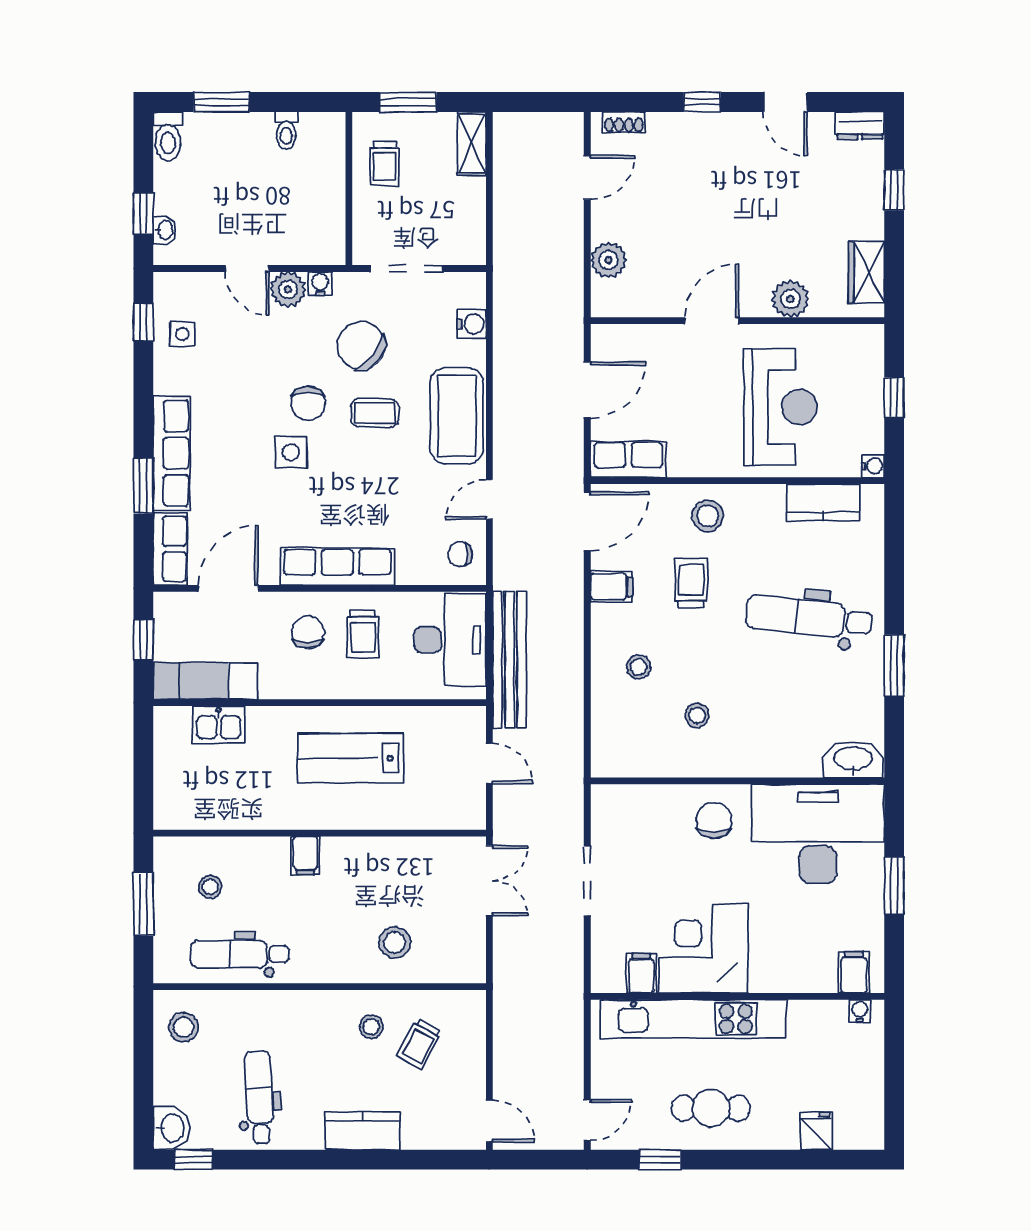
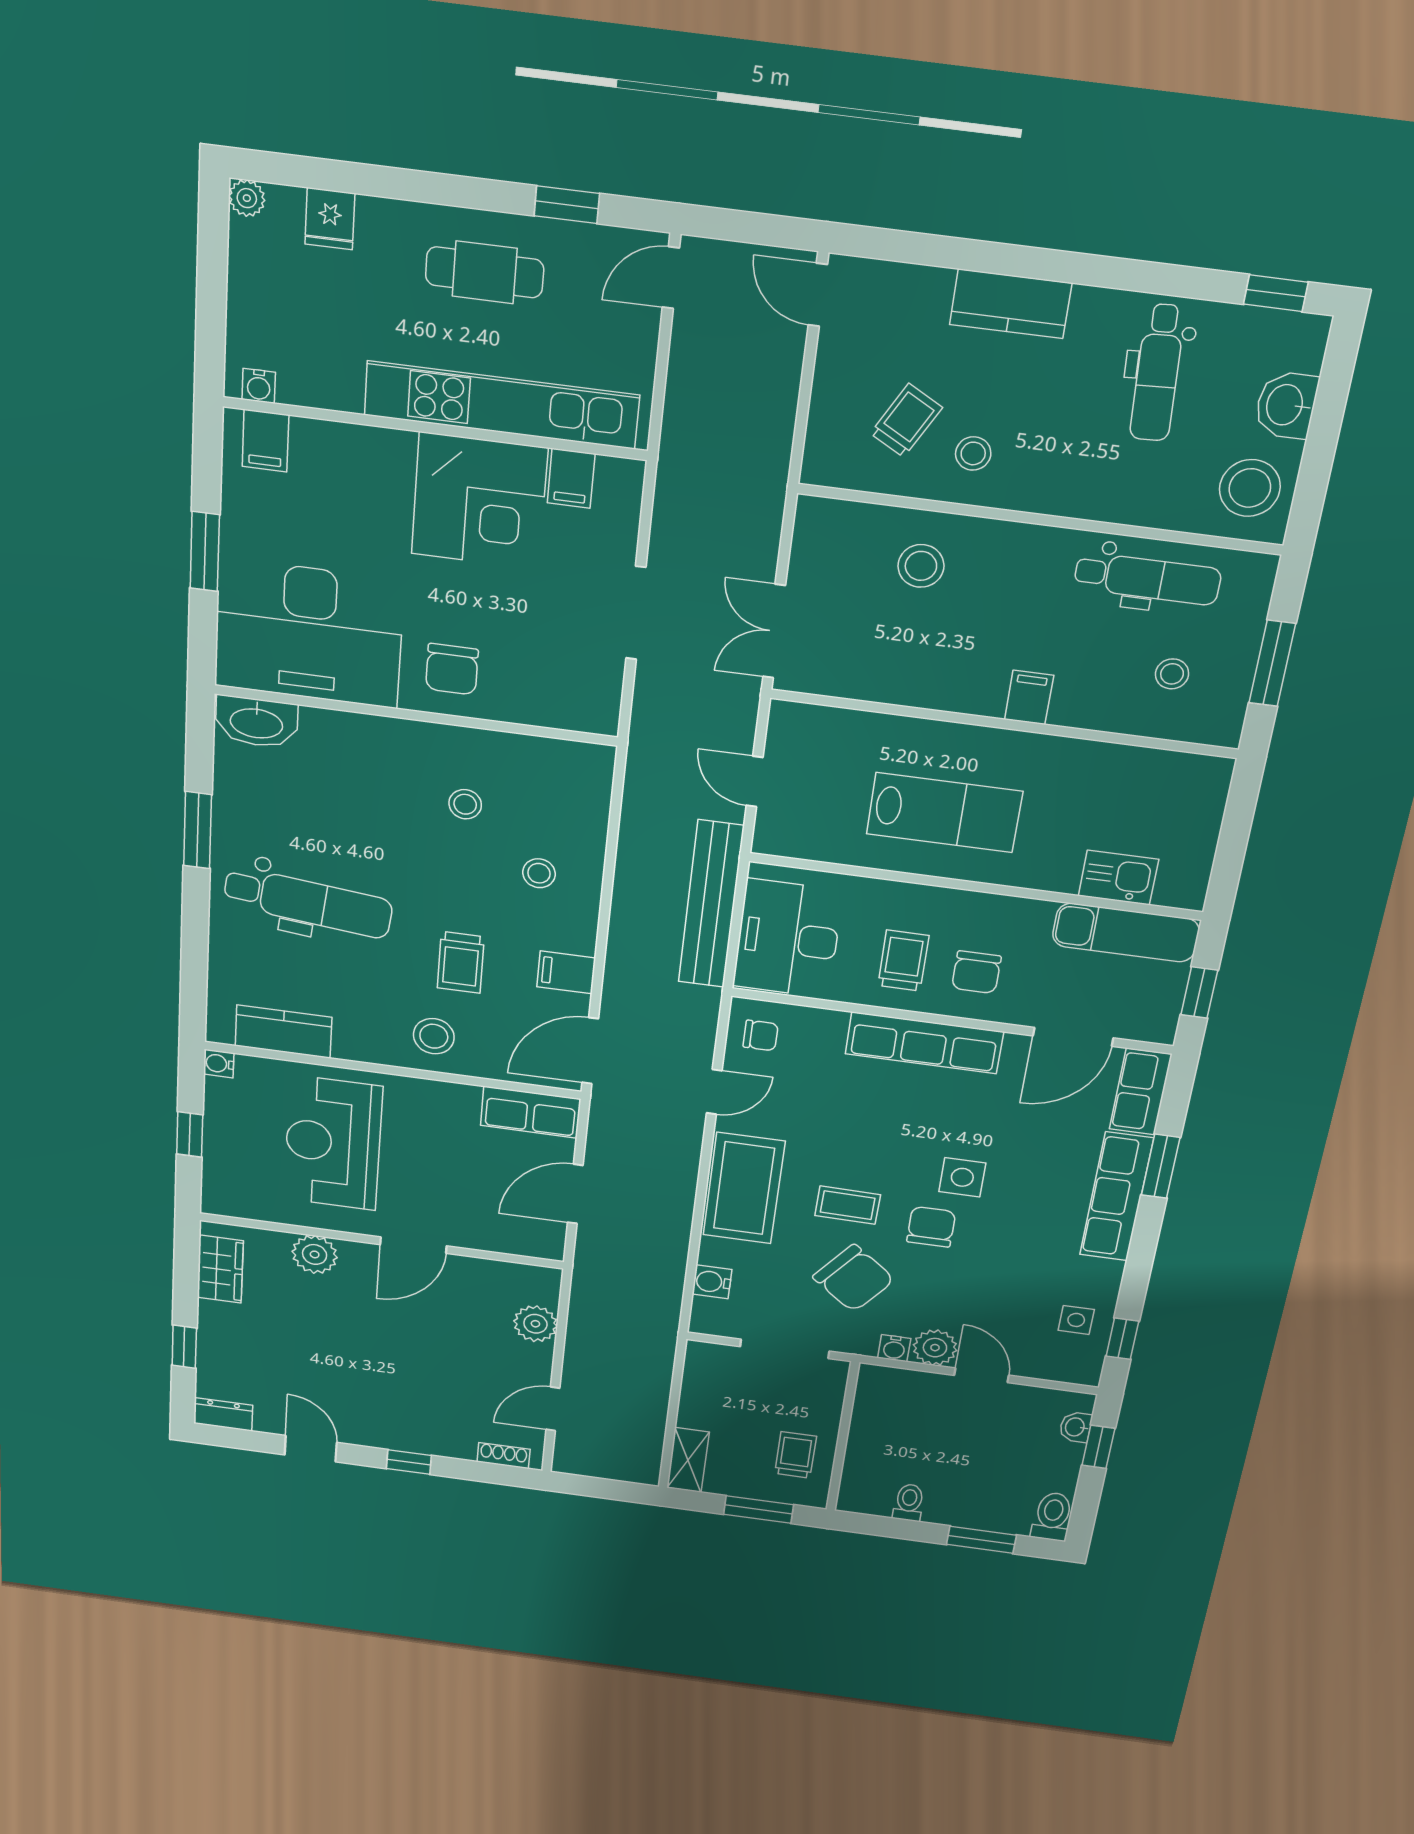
stool: (184, 1027) -> (1250, 488), width x1.38, depth x1.38
washbasin: (172, 1128) -> (1286, 405), moved
plant: (872, 1138) -> (247, 198), added

